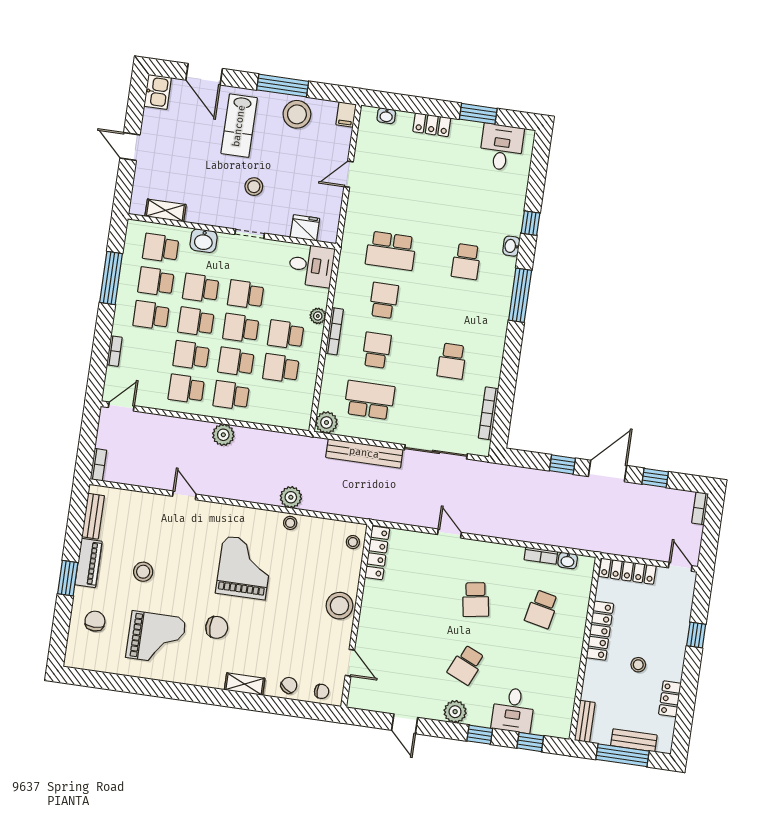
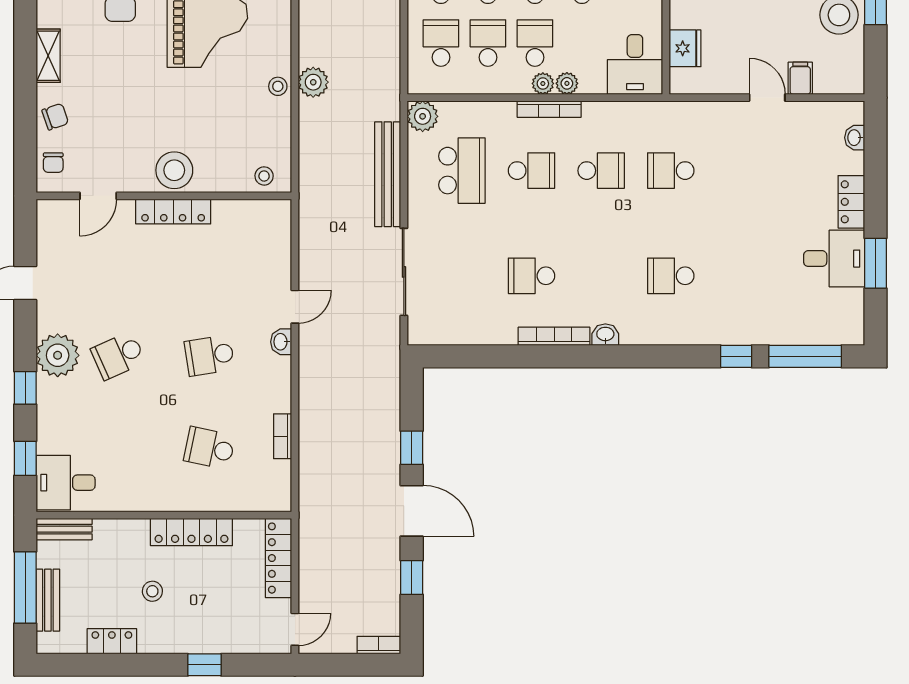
filing cabinet: (346, 114) -> (800, 78), moved, turned 90
desk: (501, 147) -> (834, 259), moved
washbasin: (511, 246) -> (605, 335), moved
school desk: (391, 251) -> (671, 171), width x0.54
window: (520, 295) -> (805, 356), moved
plant: (315, 333) -> (543, 84), added
school desk: (276, 402) -> (441, 43), added
bookcase: (488, 413) -> (554, 336), moved
locker: (377, 553) -> (173, 212), moved
washbasin: (568, 561) -> (281, 342), moved
school desk: (466, 665) -> (118, 356), turned -48
chair: (289, 685) -> (55, 117), turned -55
desk: (513, 710) -> (66, 483), moved
plant: (455, 712) -> (58, 355), width x1.36, depth x1.36

